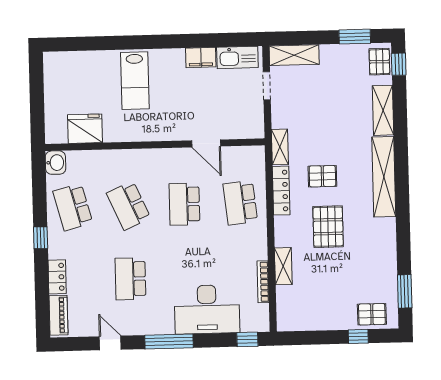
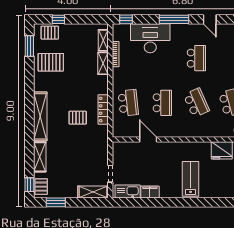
shelving: (280, 147) -> (103, 40), moved
pallet: (328, 227) -> (51, 62), moved, turned 90

